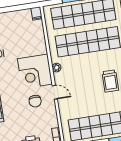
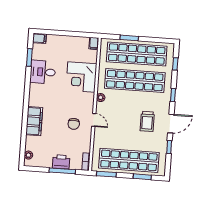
corner desk: (35, 71) -> (81, 77), moved

